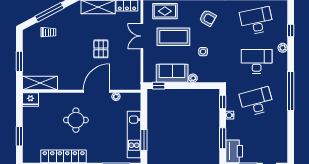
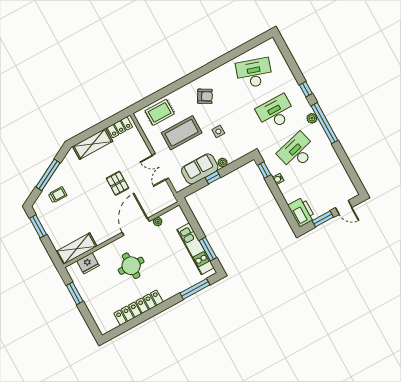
desk: (257, 21) -> (254, 73), turned 30
window: (291, 31) -> (306, 89), moved
double door: (142, 36) -> (160, 167), moved
plant: (283, 48) -> (312, 118), moved
window: (19, 61) -> (38, 226), moved
window: (159, 86) -> (213, 177), moved
fridge: (31, 99) -> (88, 263), moved
window: (19, 136) -> (75, 293), moved
window: (223, 138) -> (283, 205), removed

